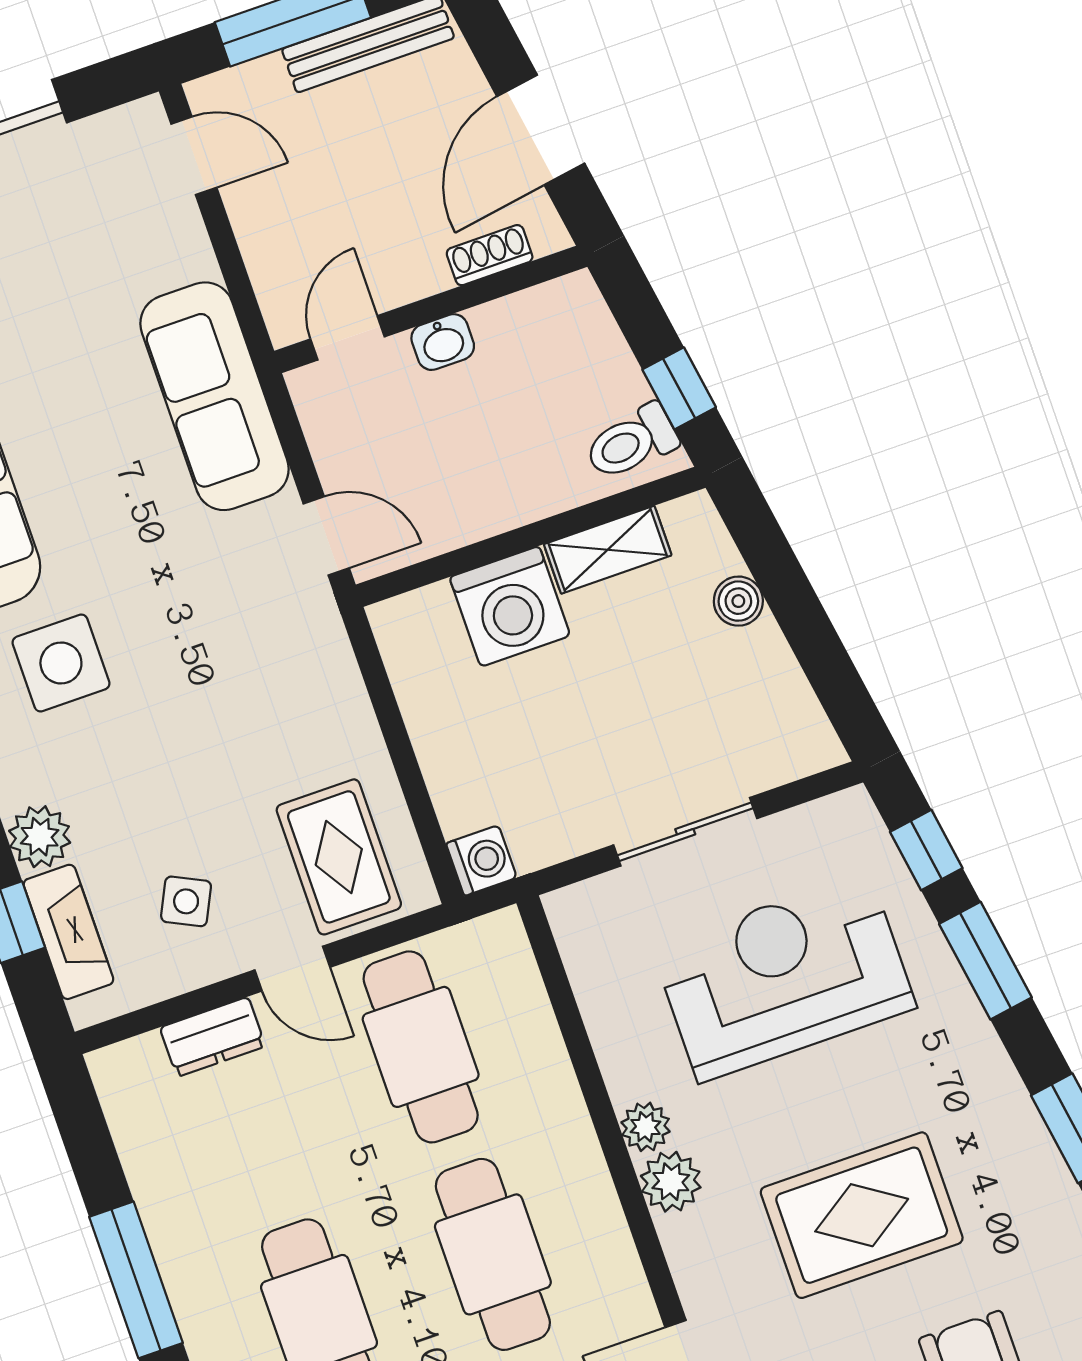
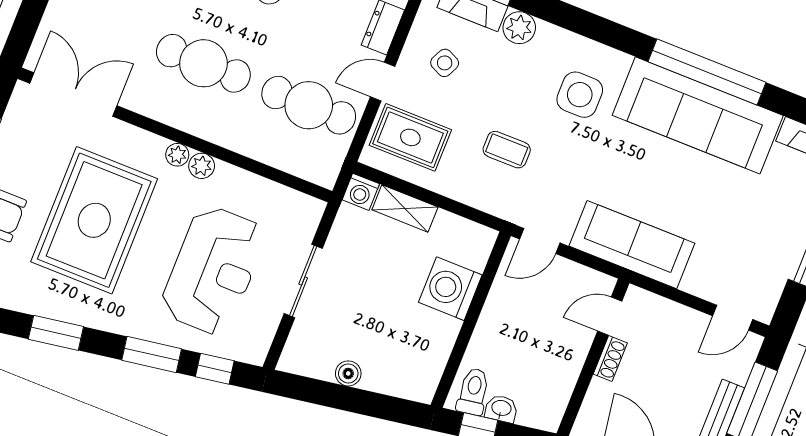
shoe rack: (490, 255) -> (610, 359), moved
door: (347, 338) -> (610, 316), swing flipped
washbasin: (443, 342) -> (501, 409), moved, turned 81
shelving: (608, 550) -> (405, 208), moved, turned 90
boiler: (738, 601) -> (348, 373), moved
coffee table: (234, 700) -> (507, 150), added
plant: (671, 1182) -> (177, 155), width x0.73, depth x0.73
rug: (862, 1215) -> (94, 220), width x1.37, depth x1.44

